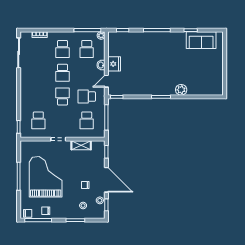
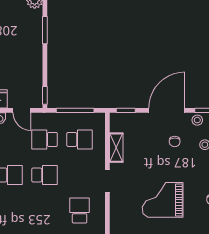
school desk: (63, 97) -> (45, 175), turned 180
school desk: (87, 97) -> (45, 139), turned 90
school desk: (38, 120) -> (80, 211), turned -90
grand piano: (46, 177) -> (163, 200), width x0.73, depth x0.68

